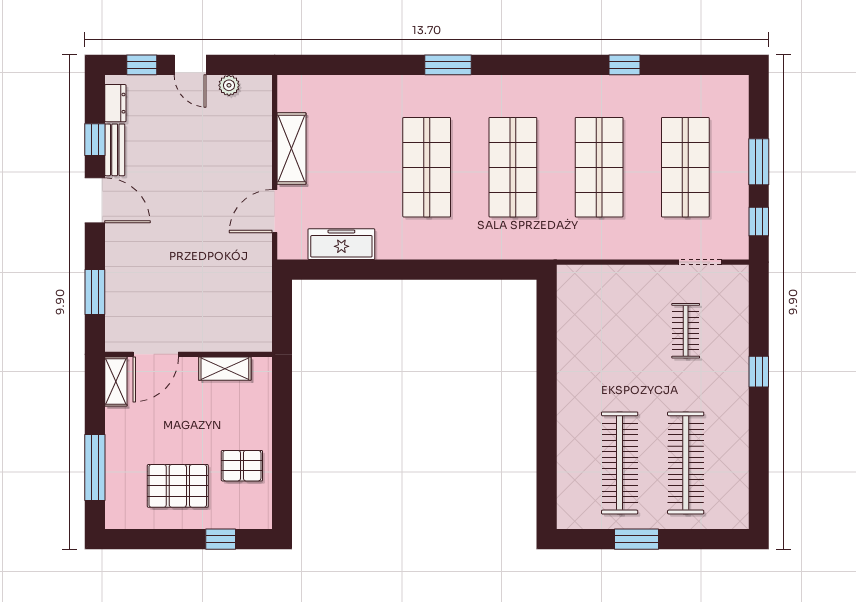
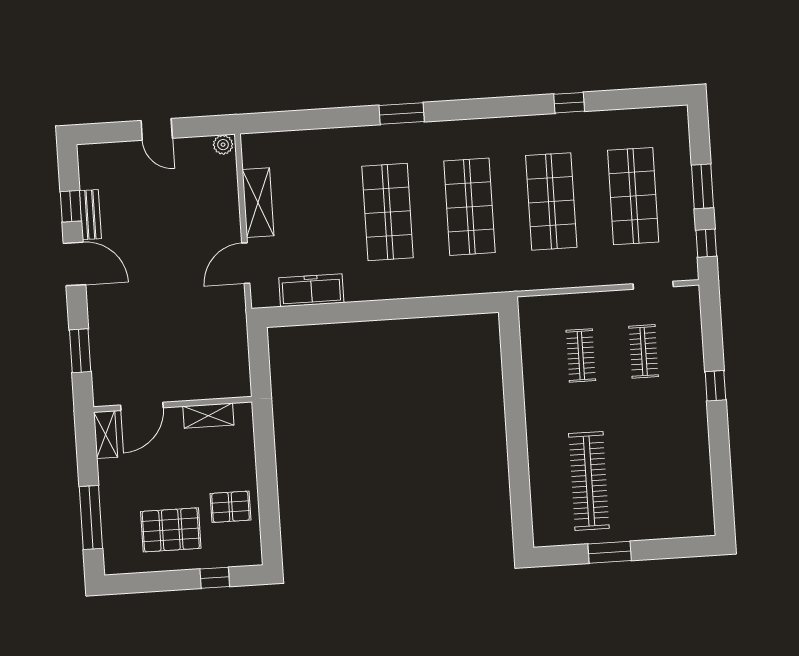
window: (142, 65) -> (111, 132), removed
plant: (229, 85) -> (223, 145), moved
dresser: (115, 103) -> (88, 170), removed
clothes rail: (686, 463) -> (581, 355), moved, width x0.54, depth x0.76

